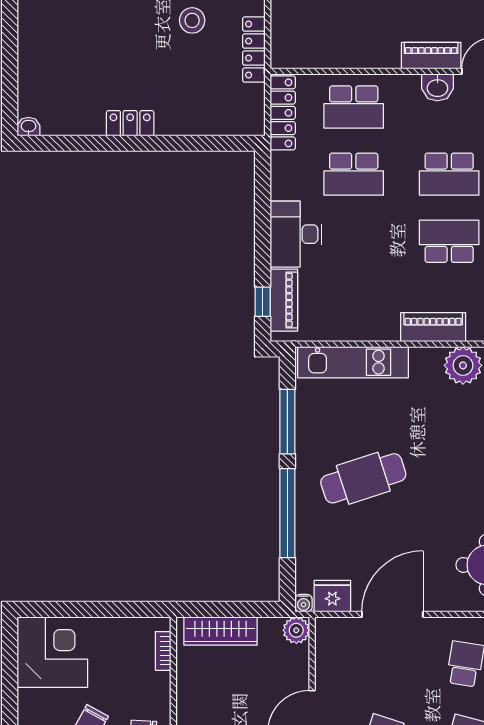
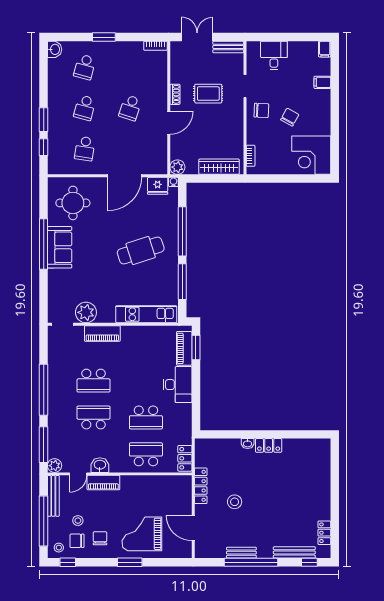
locker: (283, 113) -> (185, 458), width x0.66
washbasin: (29, 127) -> (248, 444), moved
school desk: (354, 174) -> (146, 417), turned 180
window: (263, 302) -> (196, 347), width x1.50

